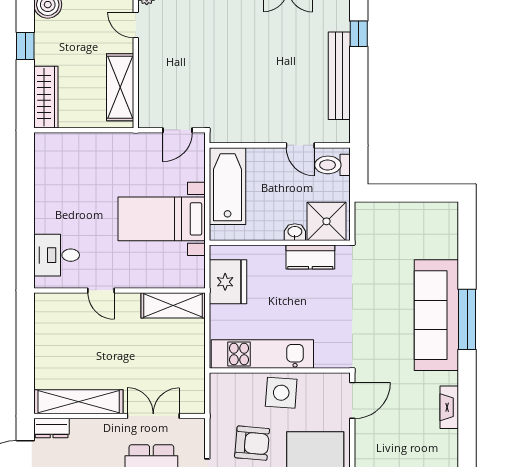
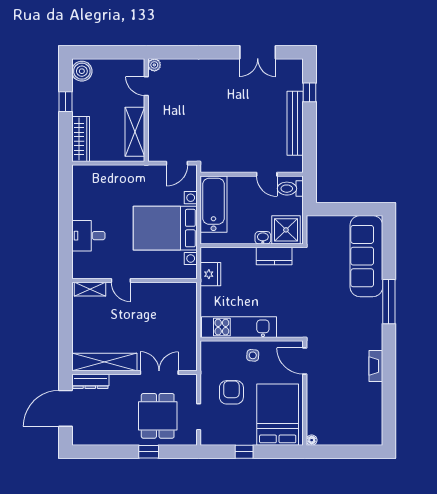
bed with nightstands: (162, 219) -> (165, 228), width x1.36
desk: (57, 255) -> (88, 236), moved
fridge: (228, 282) -> (210, 274), width x0.73, depth x0.75
shelving: (173, 305) -> (90, 289), moved, width x0.67, depth x0.75
sofa: (436, 315) -> (366, 256), moved
side table: (281, 393) -> (253, 355), width x0.54, depth x0.54
door: (352, 400) -> (305, 361), swing flipped
dresser: (52, 428) -> (90, 381), width x1.44
armchair: (252, 443) -> (231, 392), turned -95

